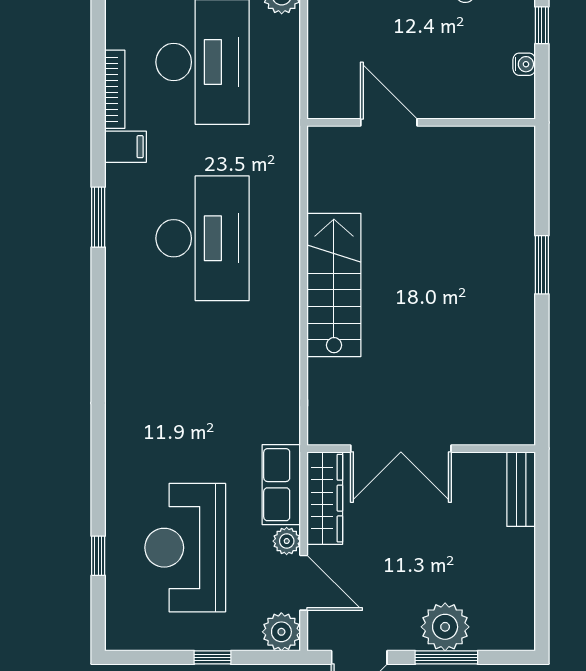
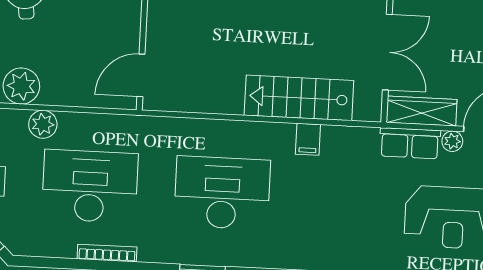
door: (389, 122) -> (141, 75), moved
filing cabinet: (126, 147) -> (308, 139), moved, turned 180
stairs: (334, 285) -> (299, 98), moved

